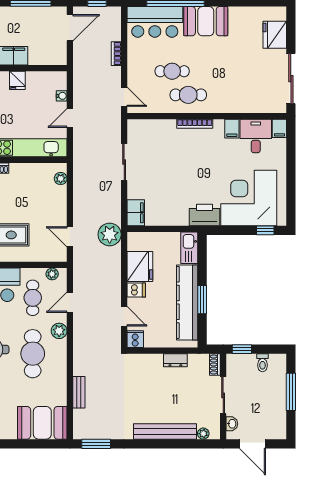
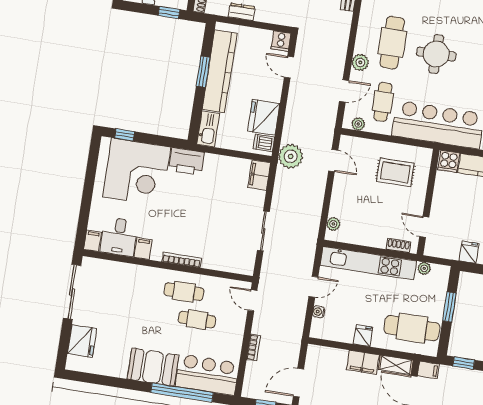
dishwasher: (136, 290) -> (264, 143), moved

